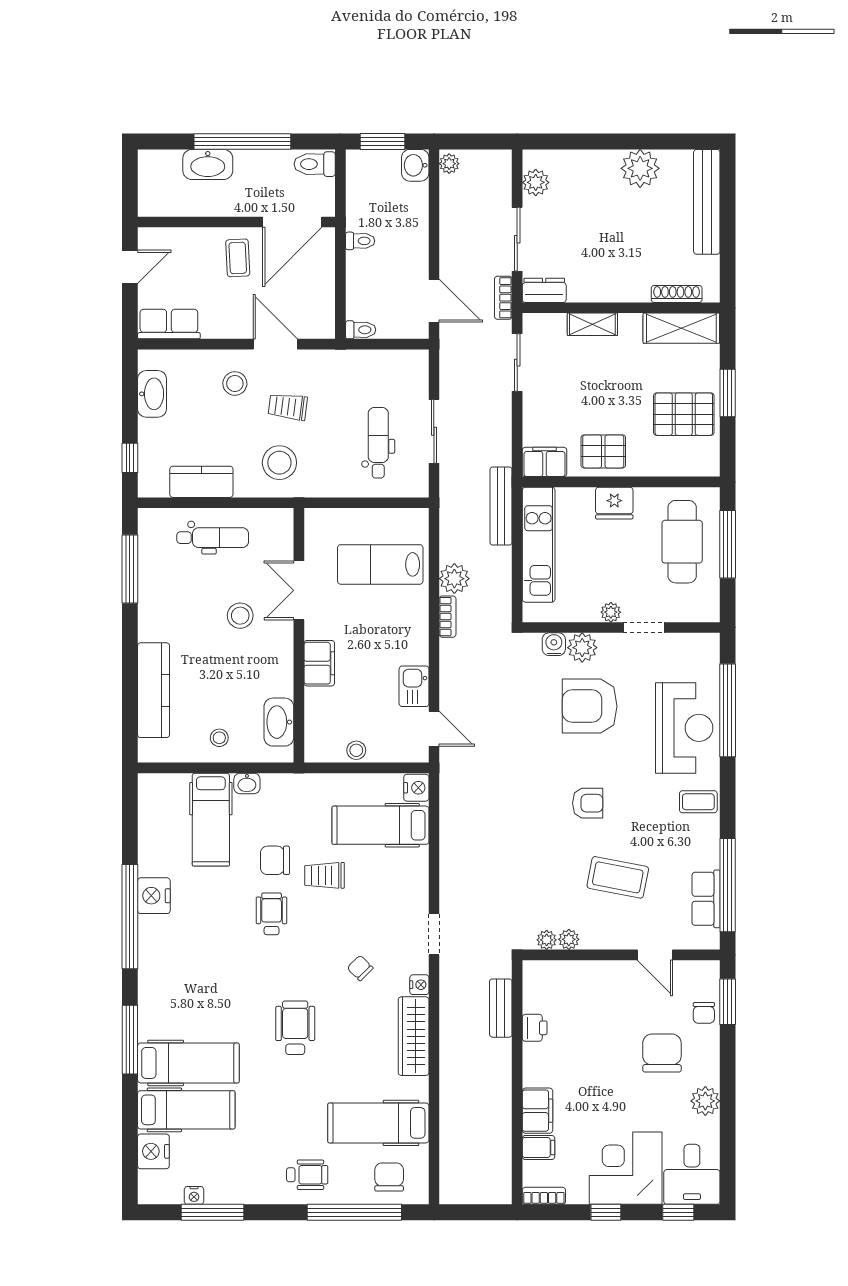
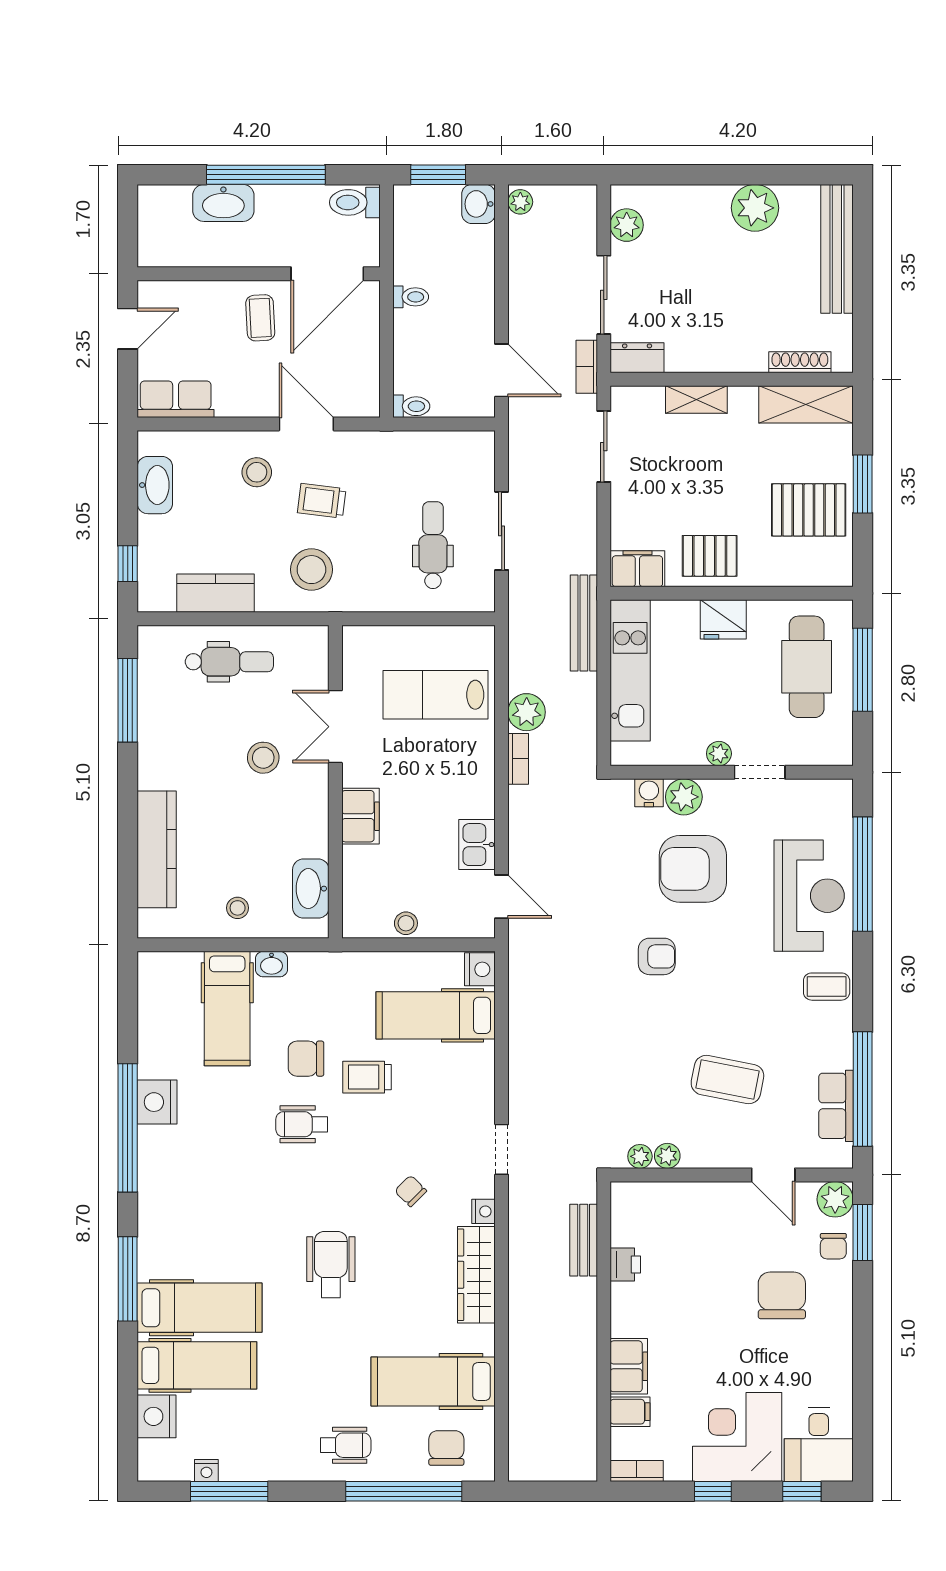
armchair: (588, 803) -> (657, 956), moved
wheelchair: (272, 914) -> (302, 1124), turned -90
plant: (705, 1101) -> (835, 1199), moved

